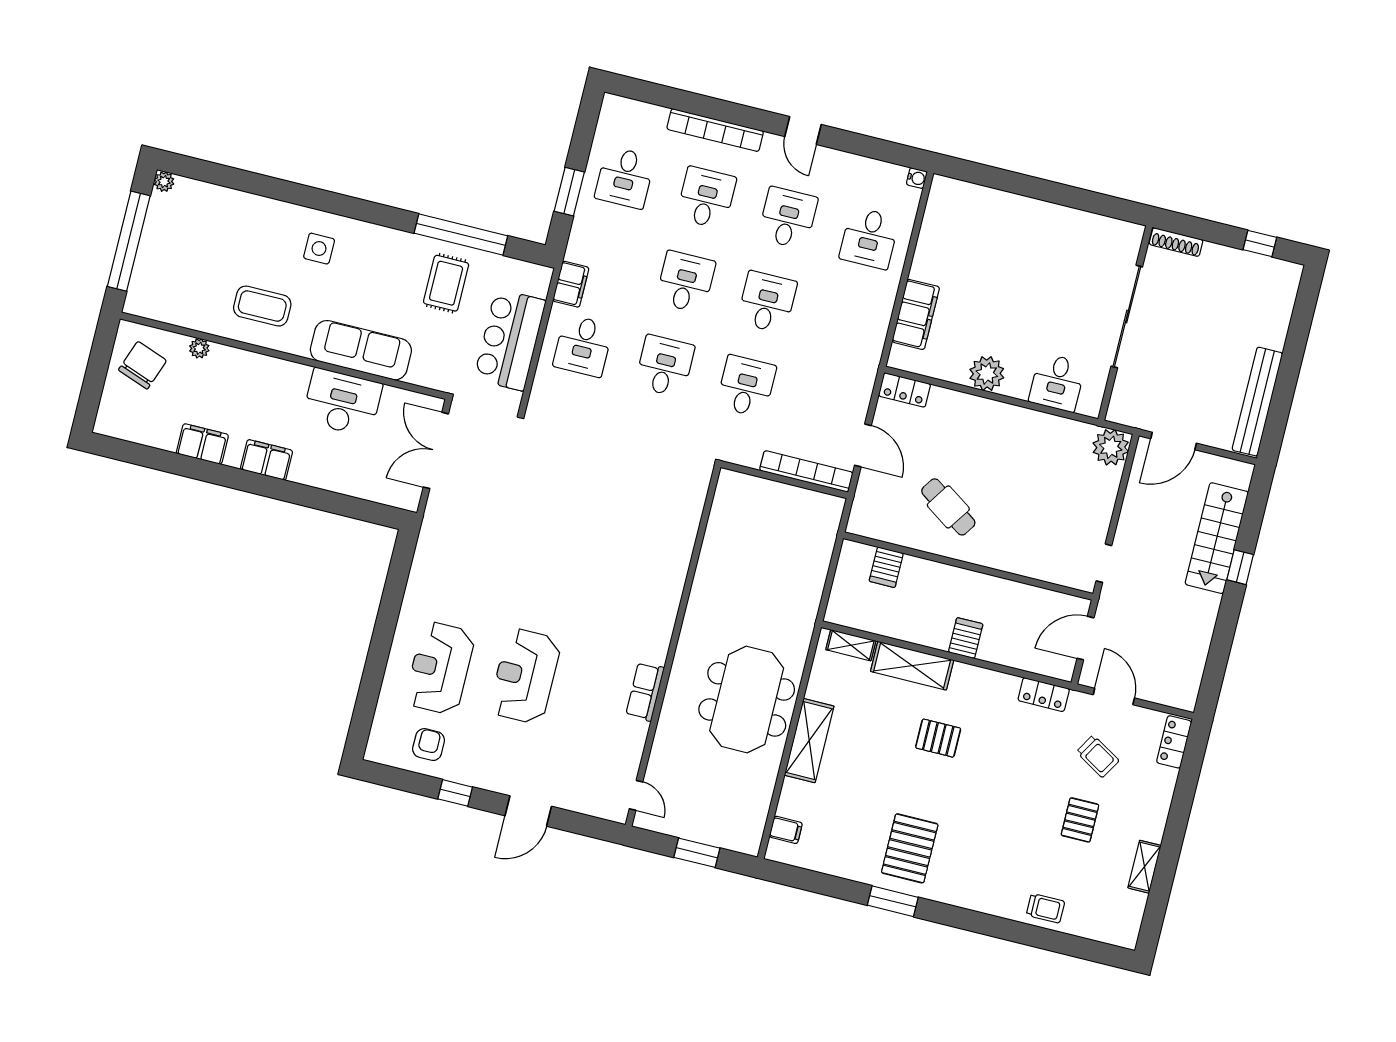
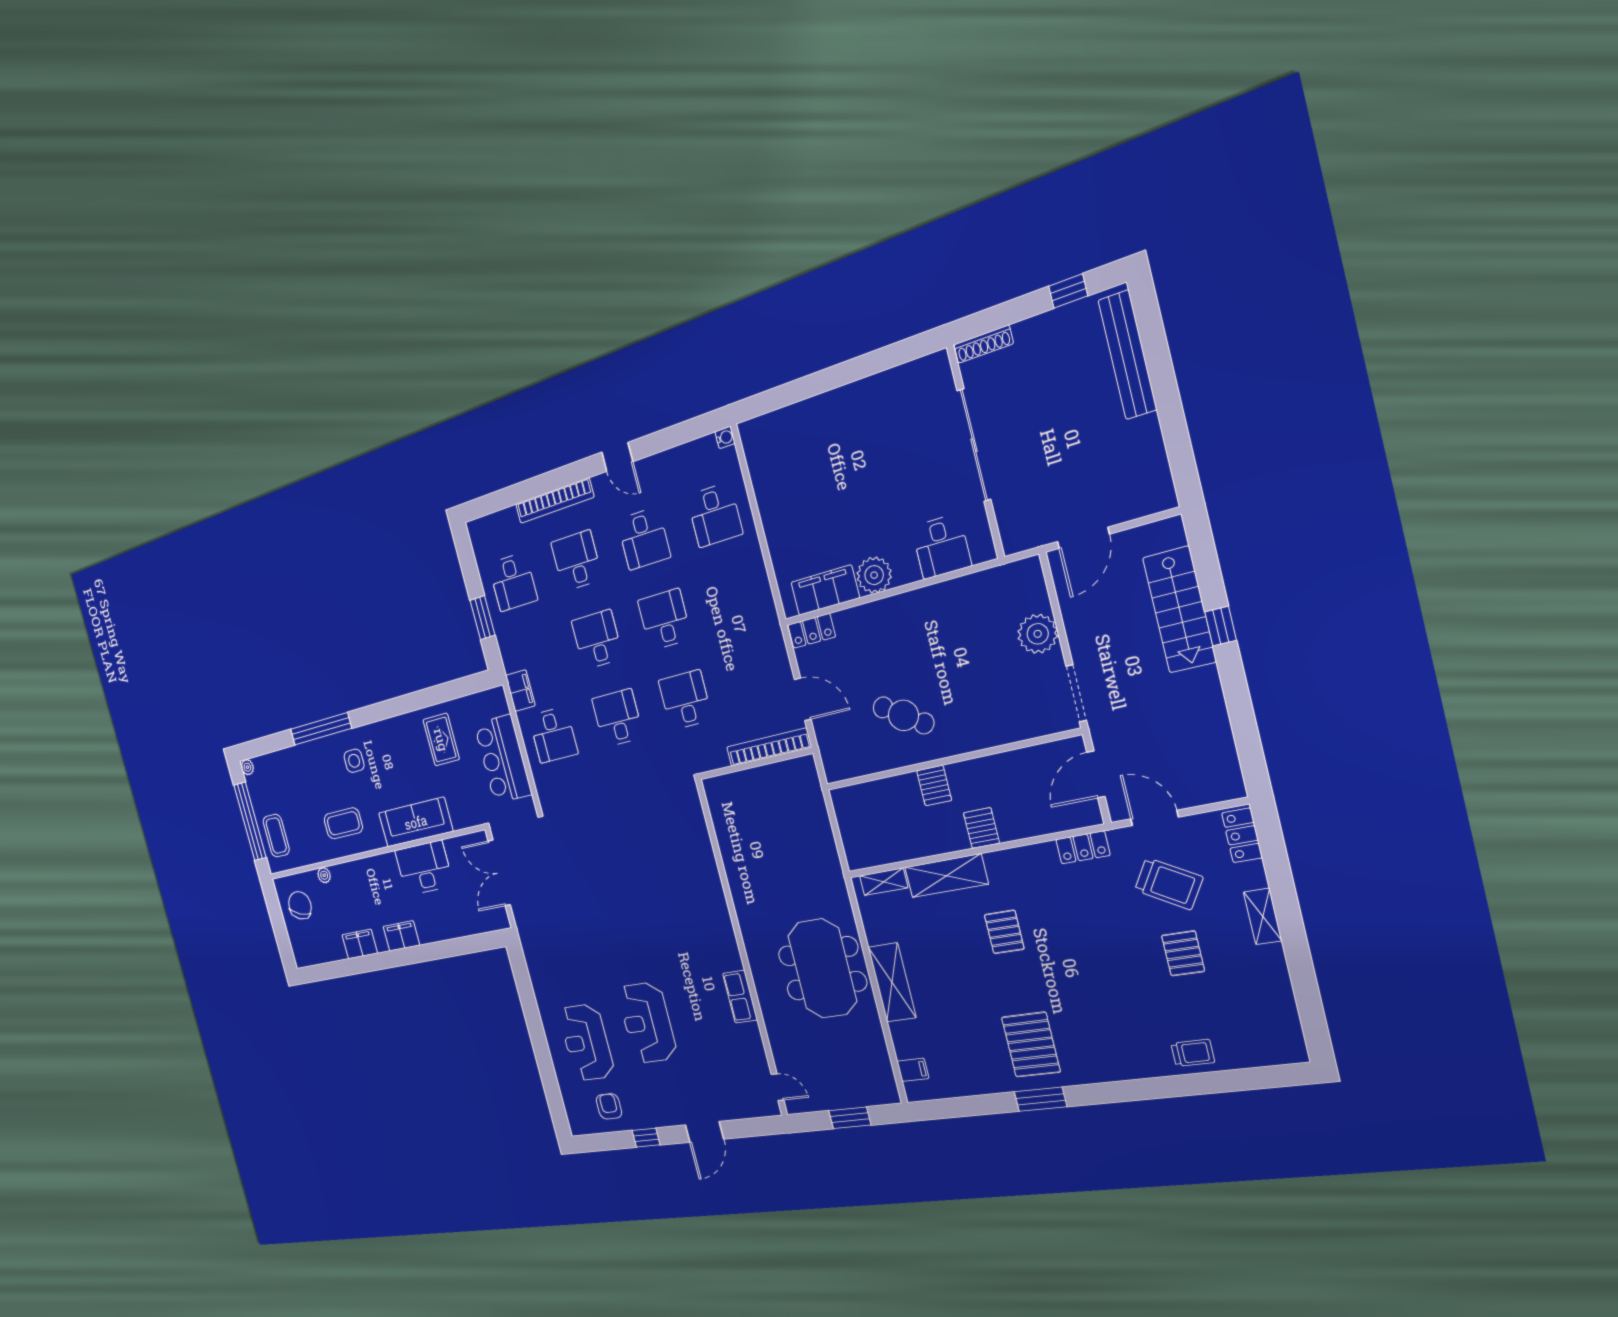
desk: (788, 218) -> (644, 538), turned 180
window: (461, 234) -> (321, 729), moved
coffee table: (157, 274) -> (276, 836), added
filing cabinet: (916, 314) -> (825, 590), moved, turned -90
bench: (1257, 402) -> (1128, 355), moved
plant: (1111, 447) -> (1038, 634), moved
doorway: (1104, 563) -> (1076, 693), width x1.38
server rack: (886, 567) -> (934, 785), moved
pallet: (938, 738) -> (1004, 932), turned 90
trolley: (1098, 756) -> (1169, 884), width x1.36, depth x1.39
shelving: (1144, 867) -> (1263, 916), moved

